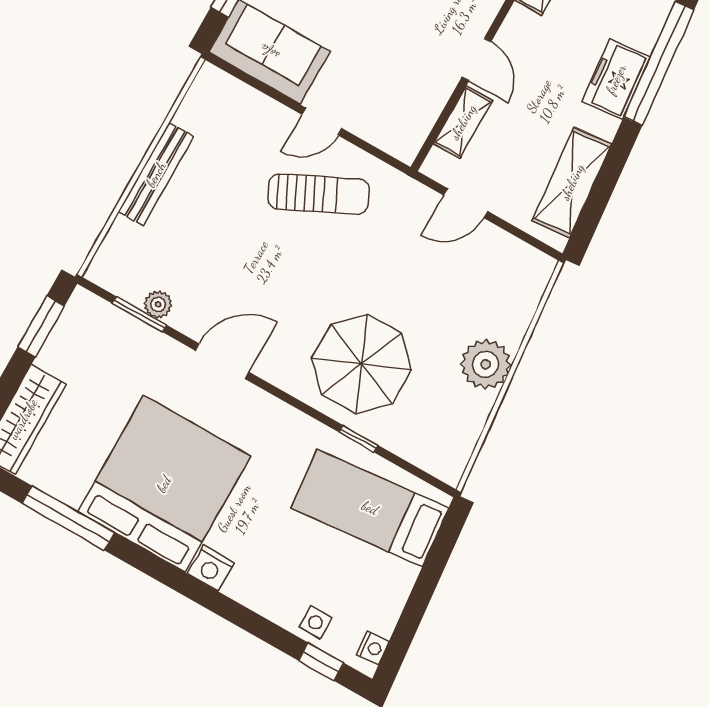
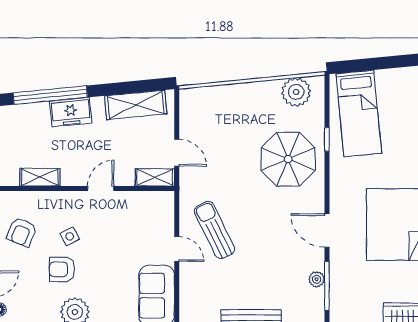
shelving: (463, 122) -> (155, 177), moved
window: (139, 314) -> (327, 286), width x1.44
plant: (486, 364) -> (296, 92), moved

